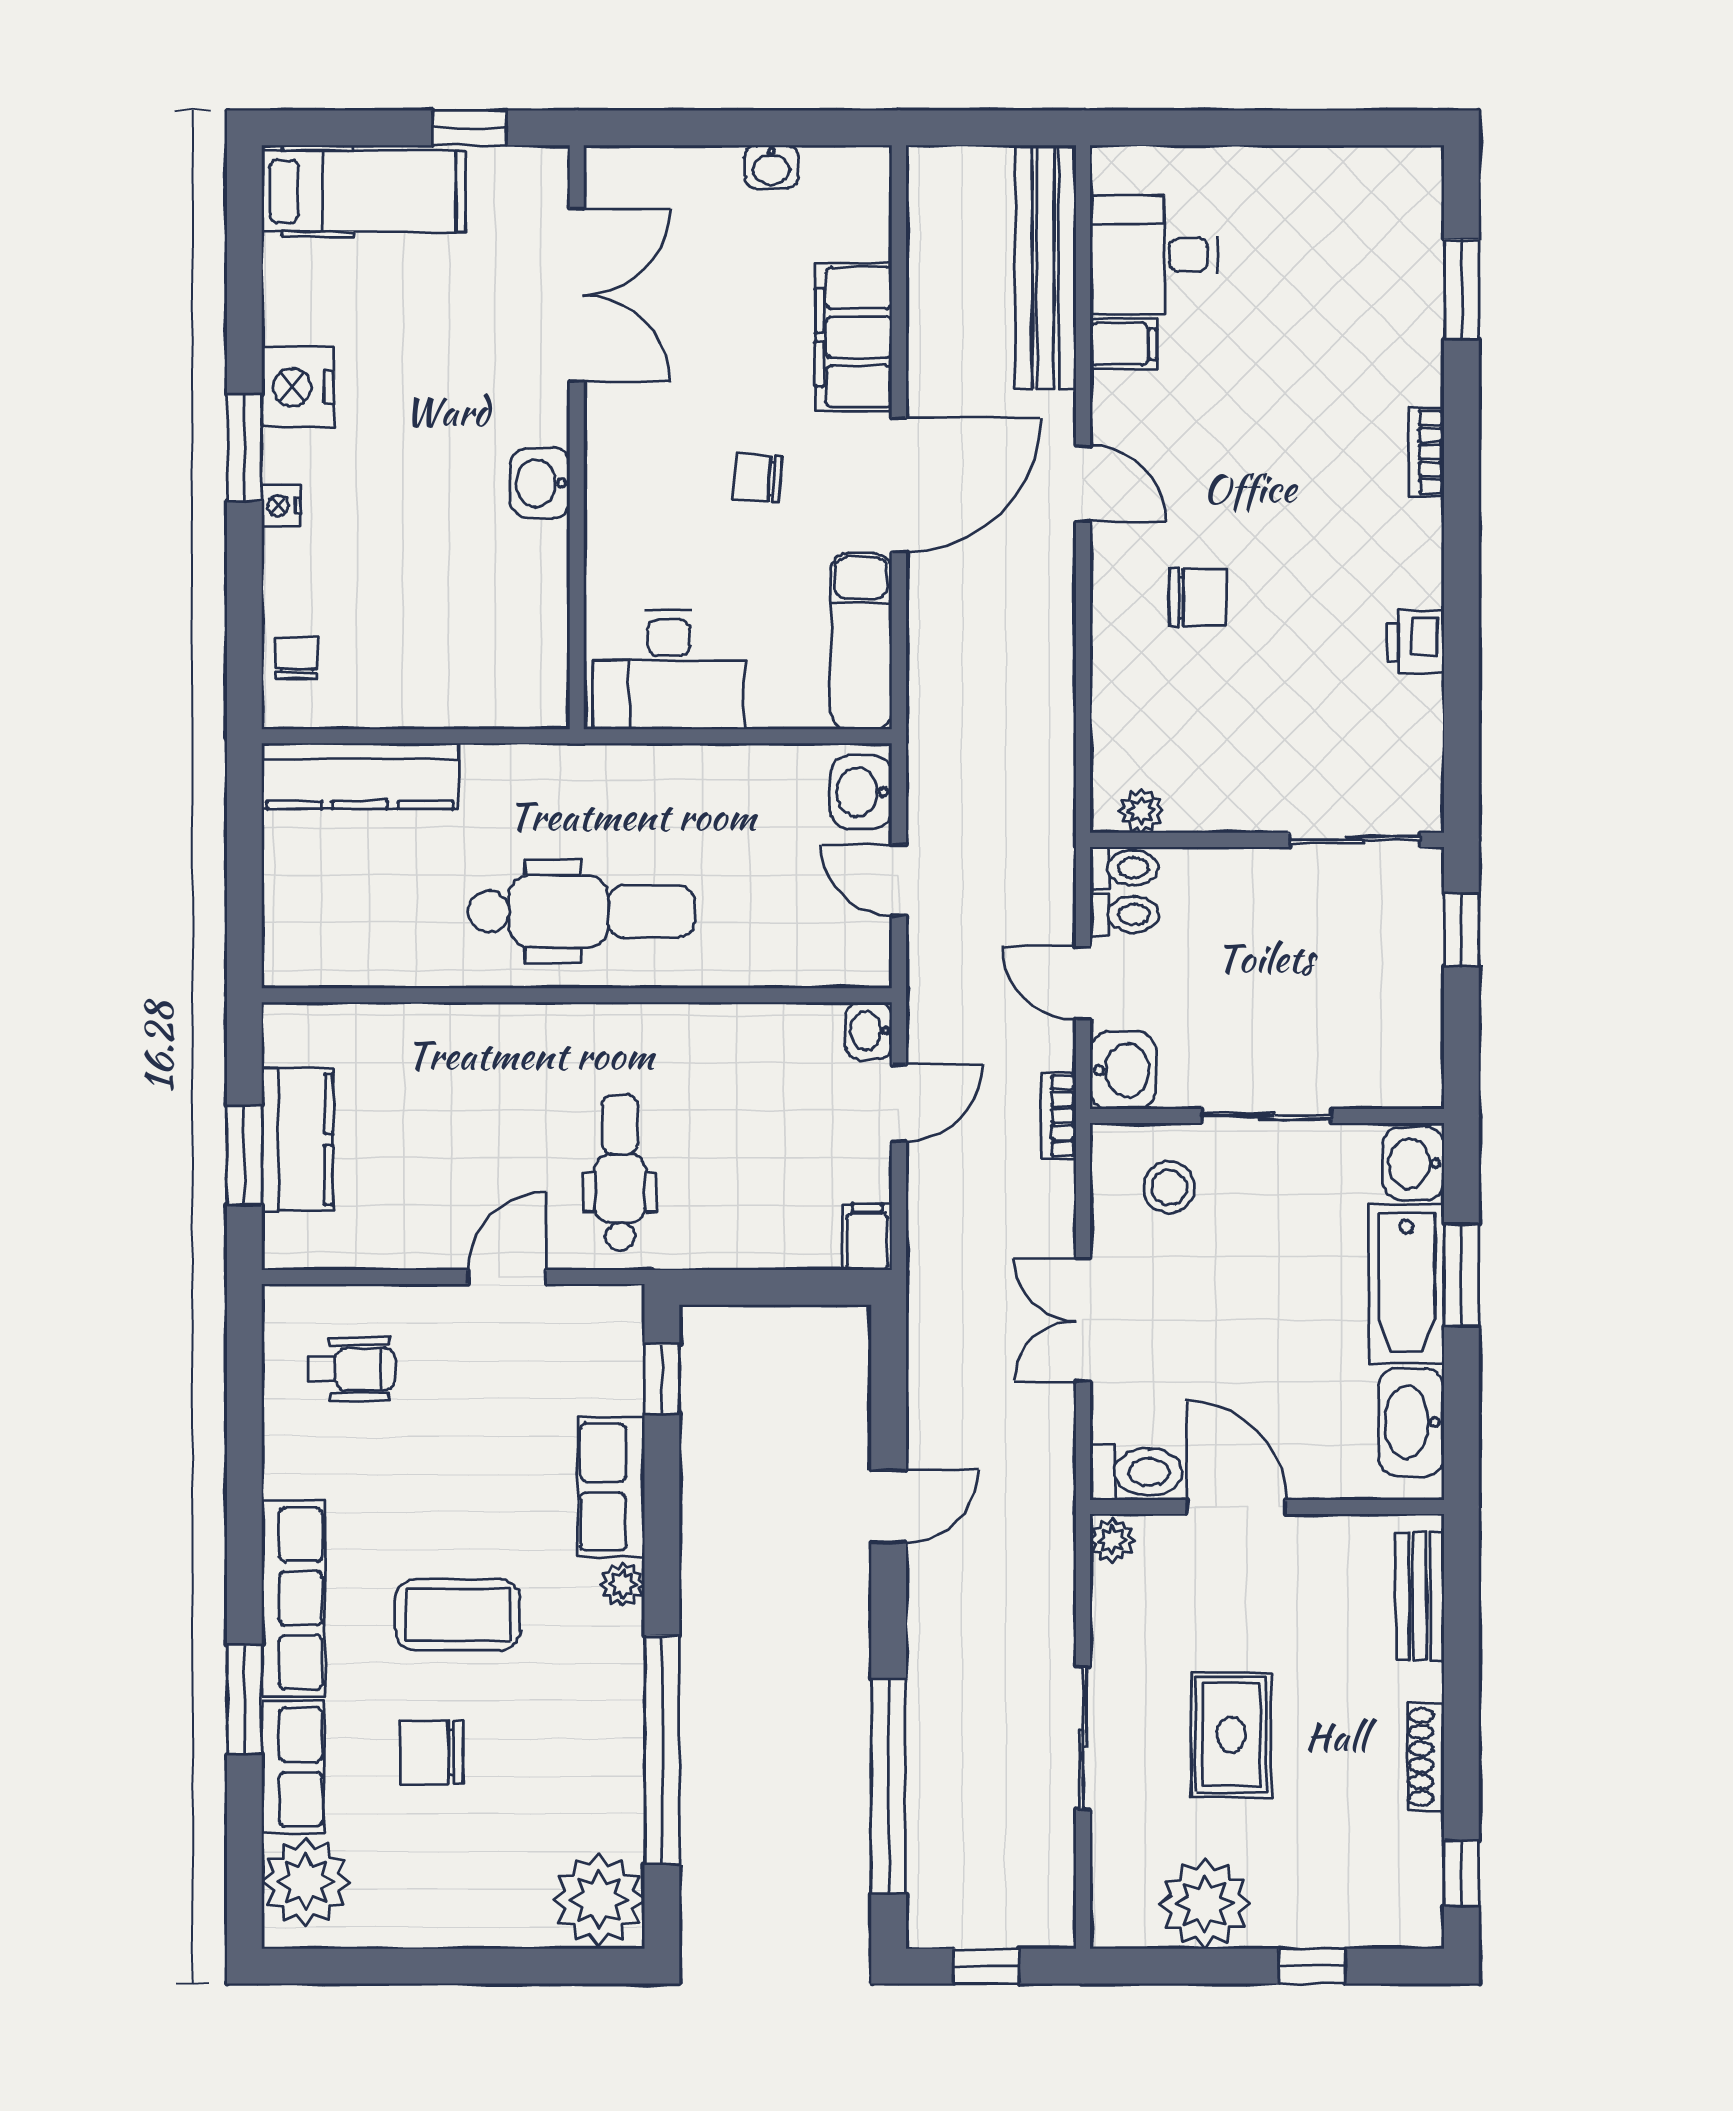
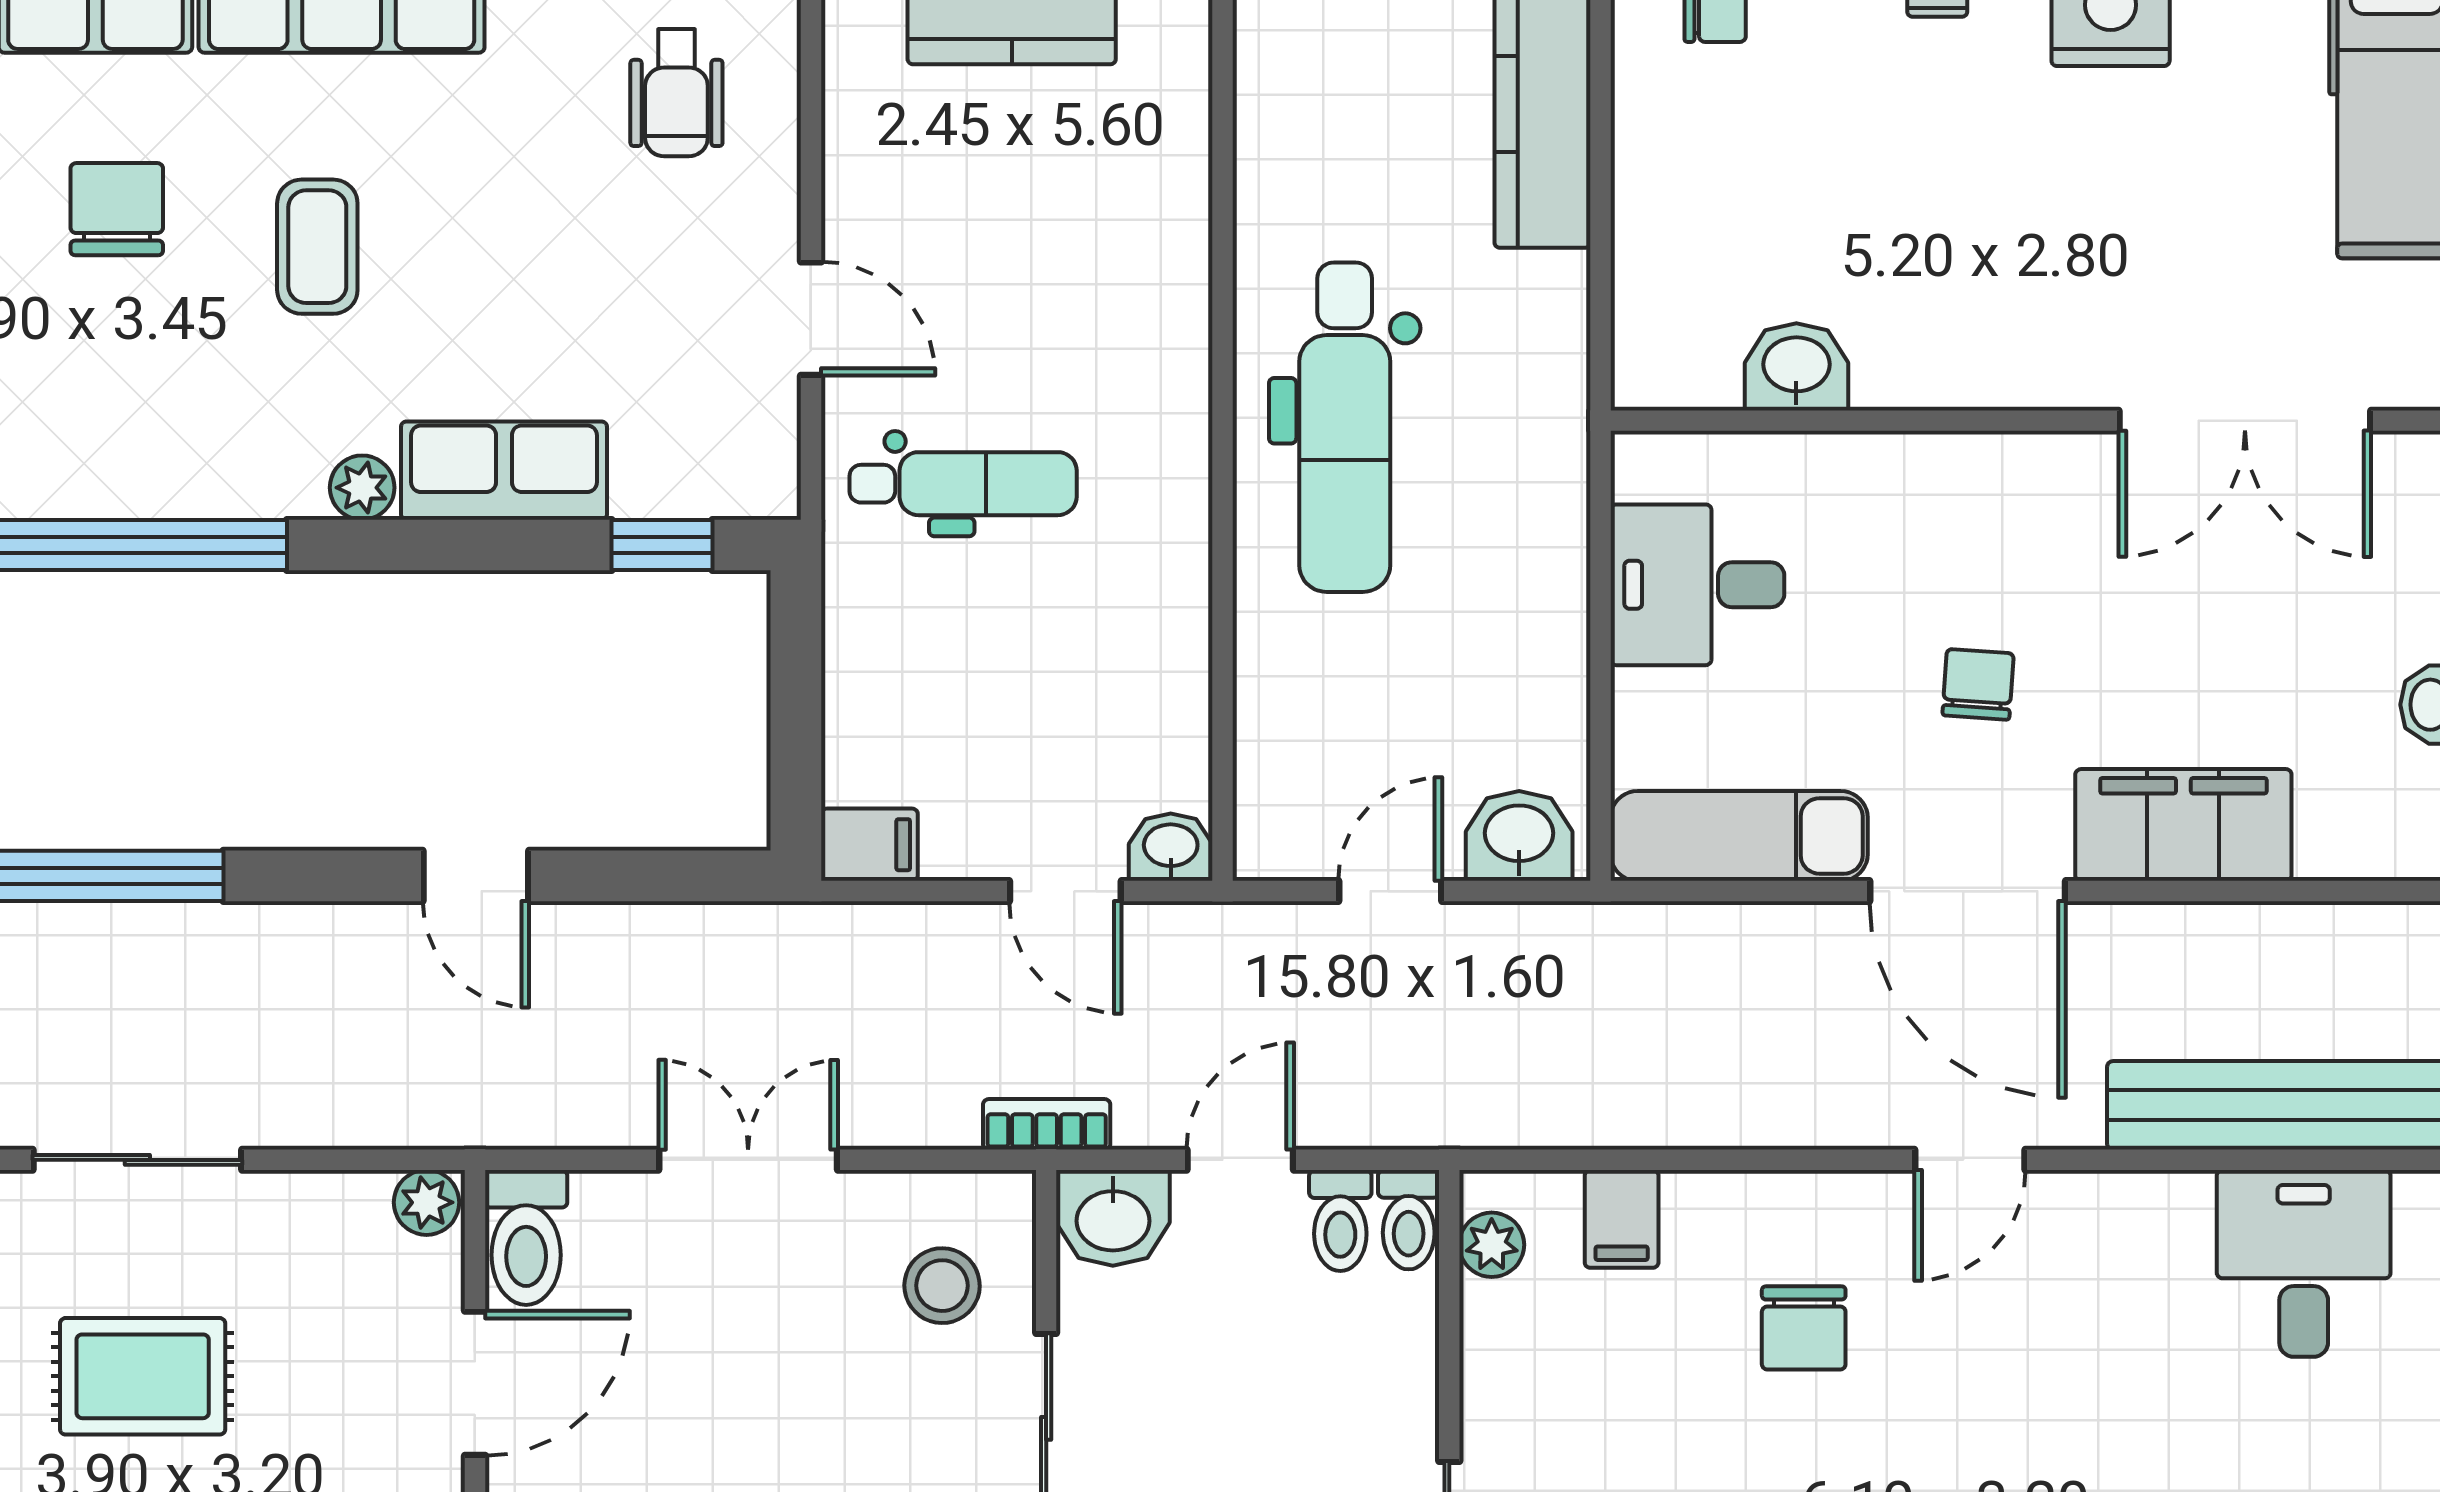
filing cabinet: (1123, 344) -> (1622, 1219), moved
washbasin: (540, 483) -> (1796, 367), moved
desk: (669, 670) -> (1697, 585), width x0.73
coffee table: (458, 1615) -> (317, 247), width x0.73, depth x0.77

